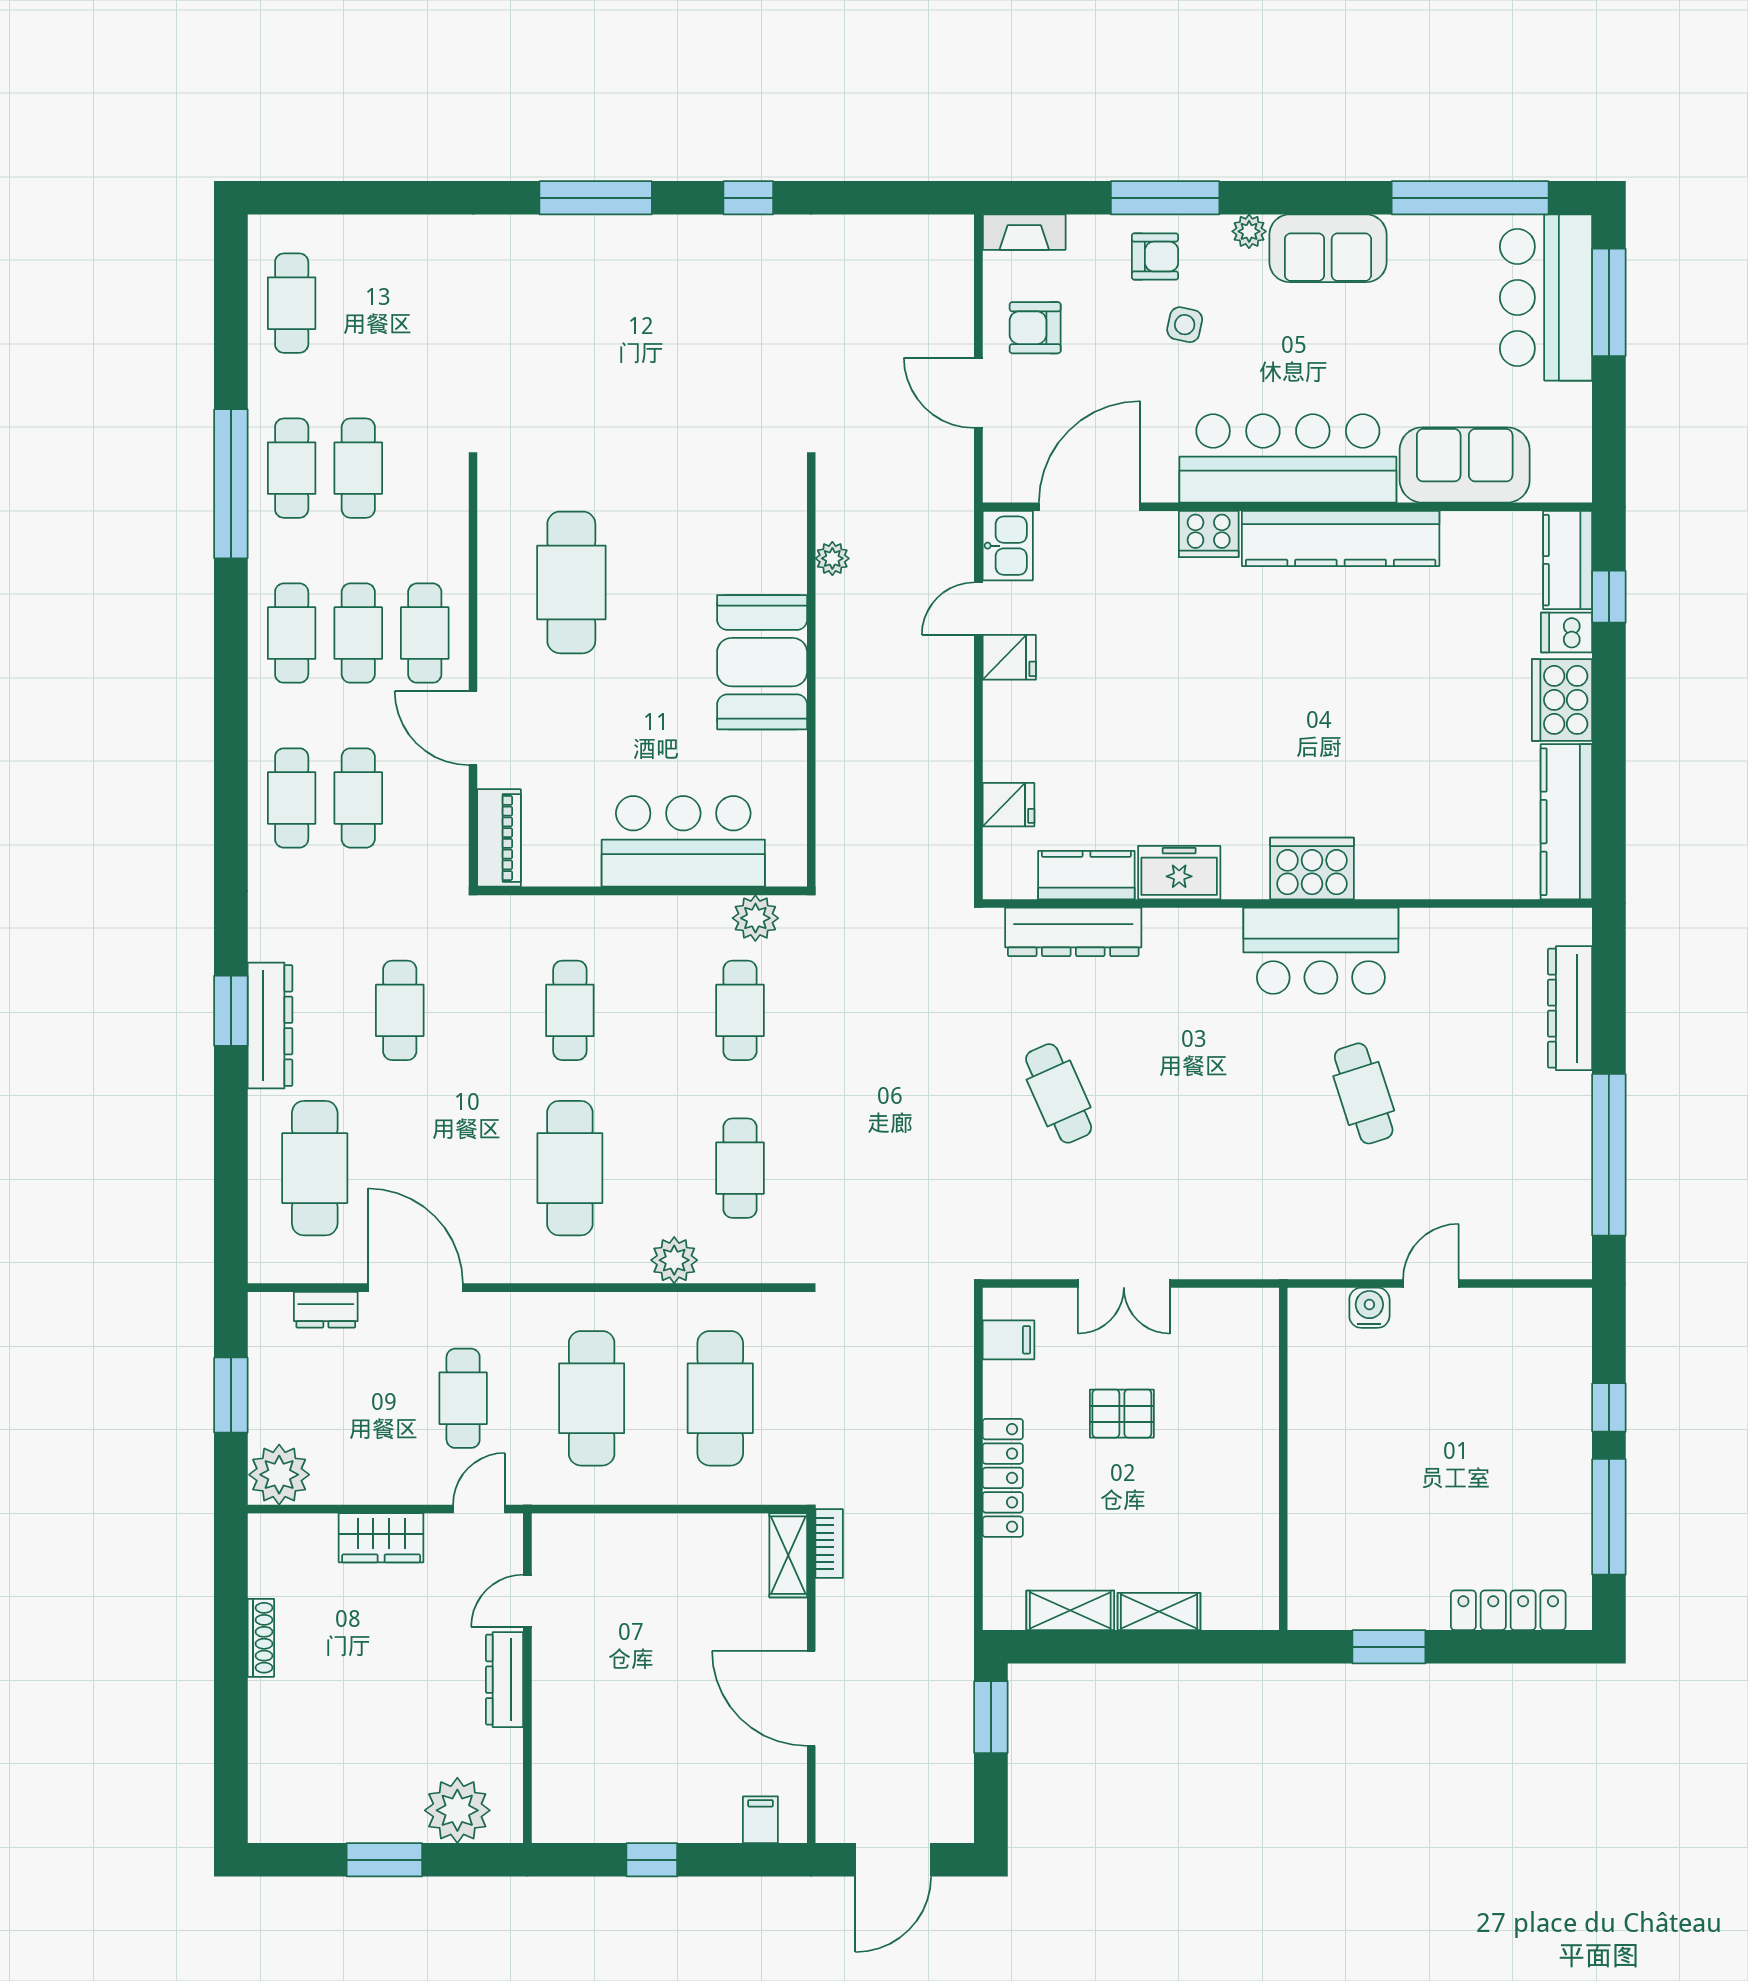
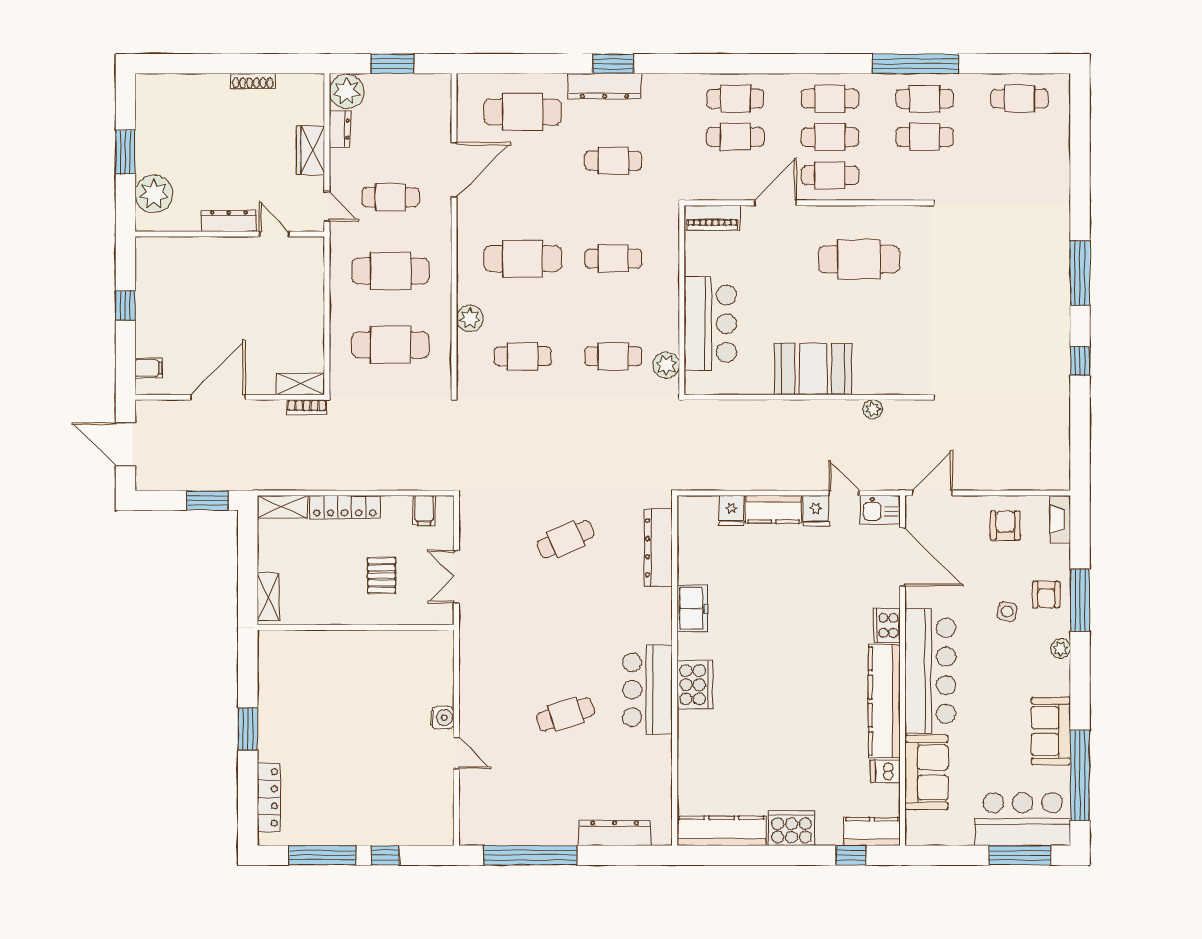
sofa: (1328, 248) -> (1051, 731), moved
door: (978, 393) -> (932, 493), moved
dishwasher: (1567, 632) -> (885, 771), moved, turned -90
kitchen counter: (1086, 875) -> (774, 509), moved, turned 90
dresser: (326, 1310) -> (340, 129), moved, turned 180
wall: (1283, 1459) -> (356, 627), moved
shelving: (1070, 1610) -> (283, 507), moved, turned 90

